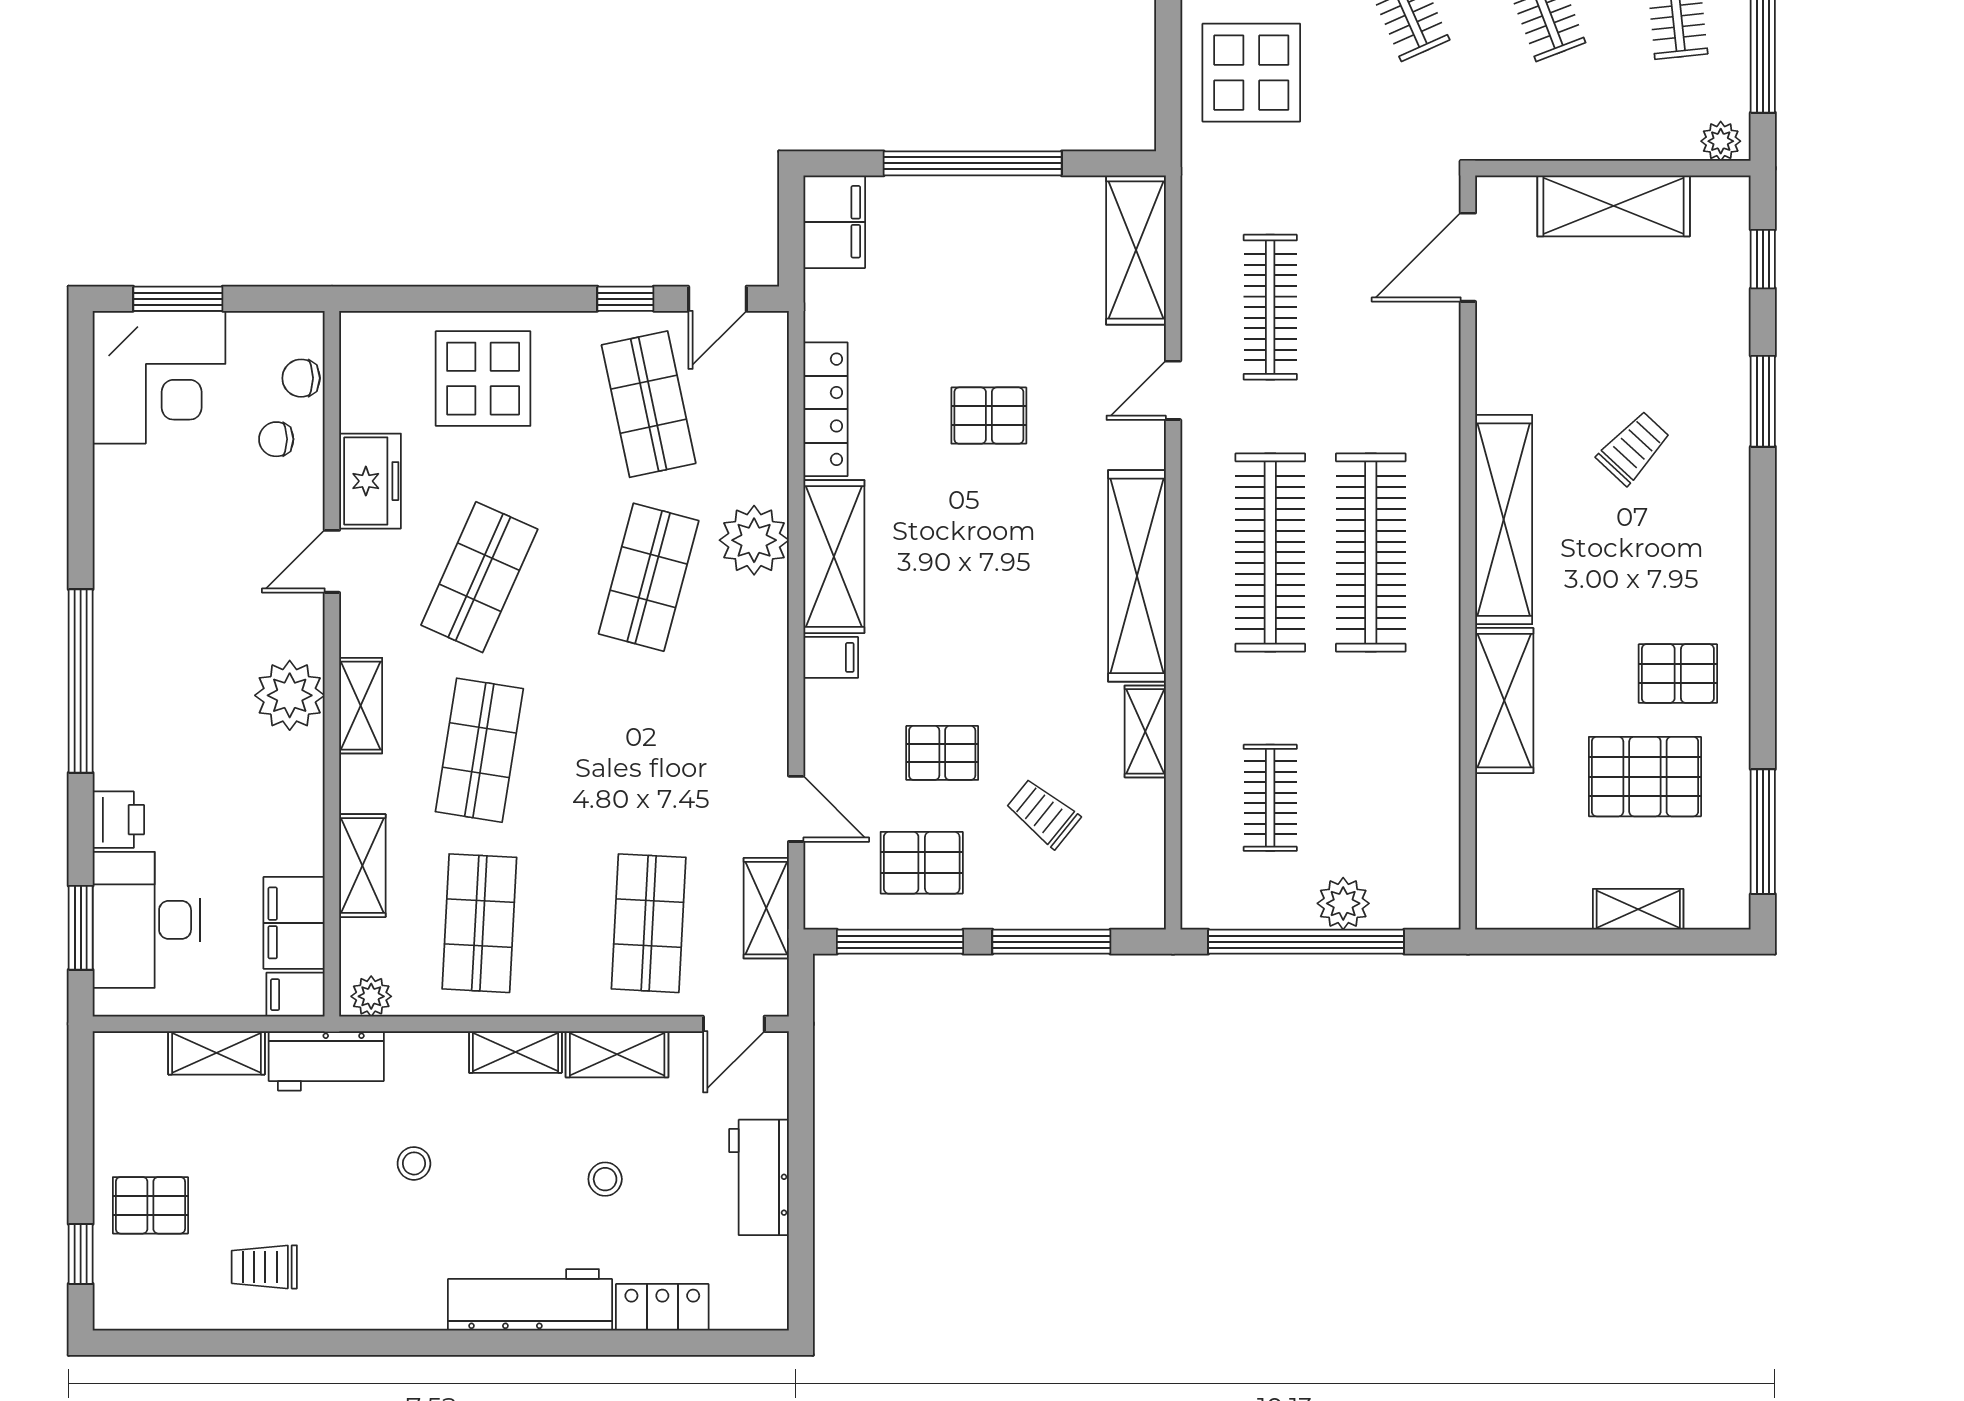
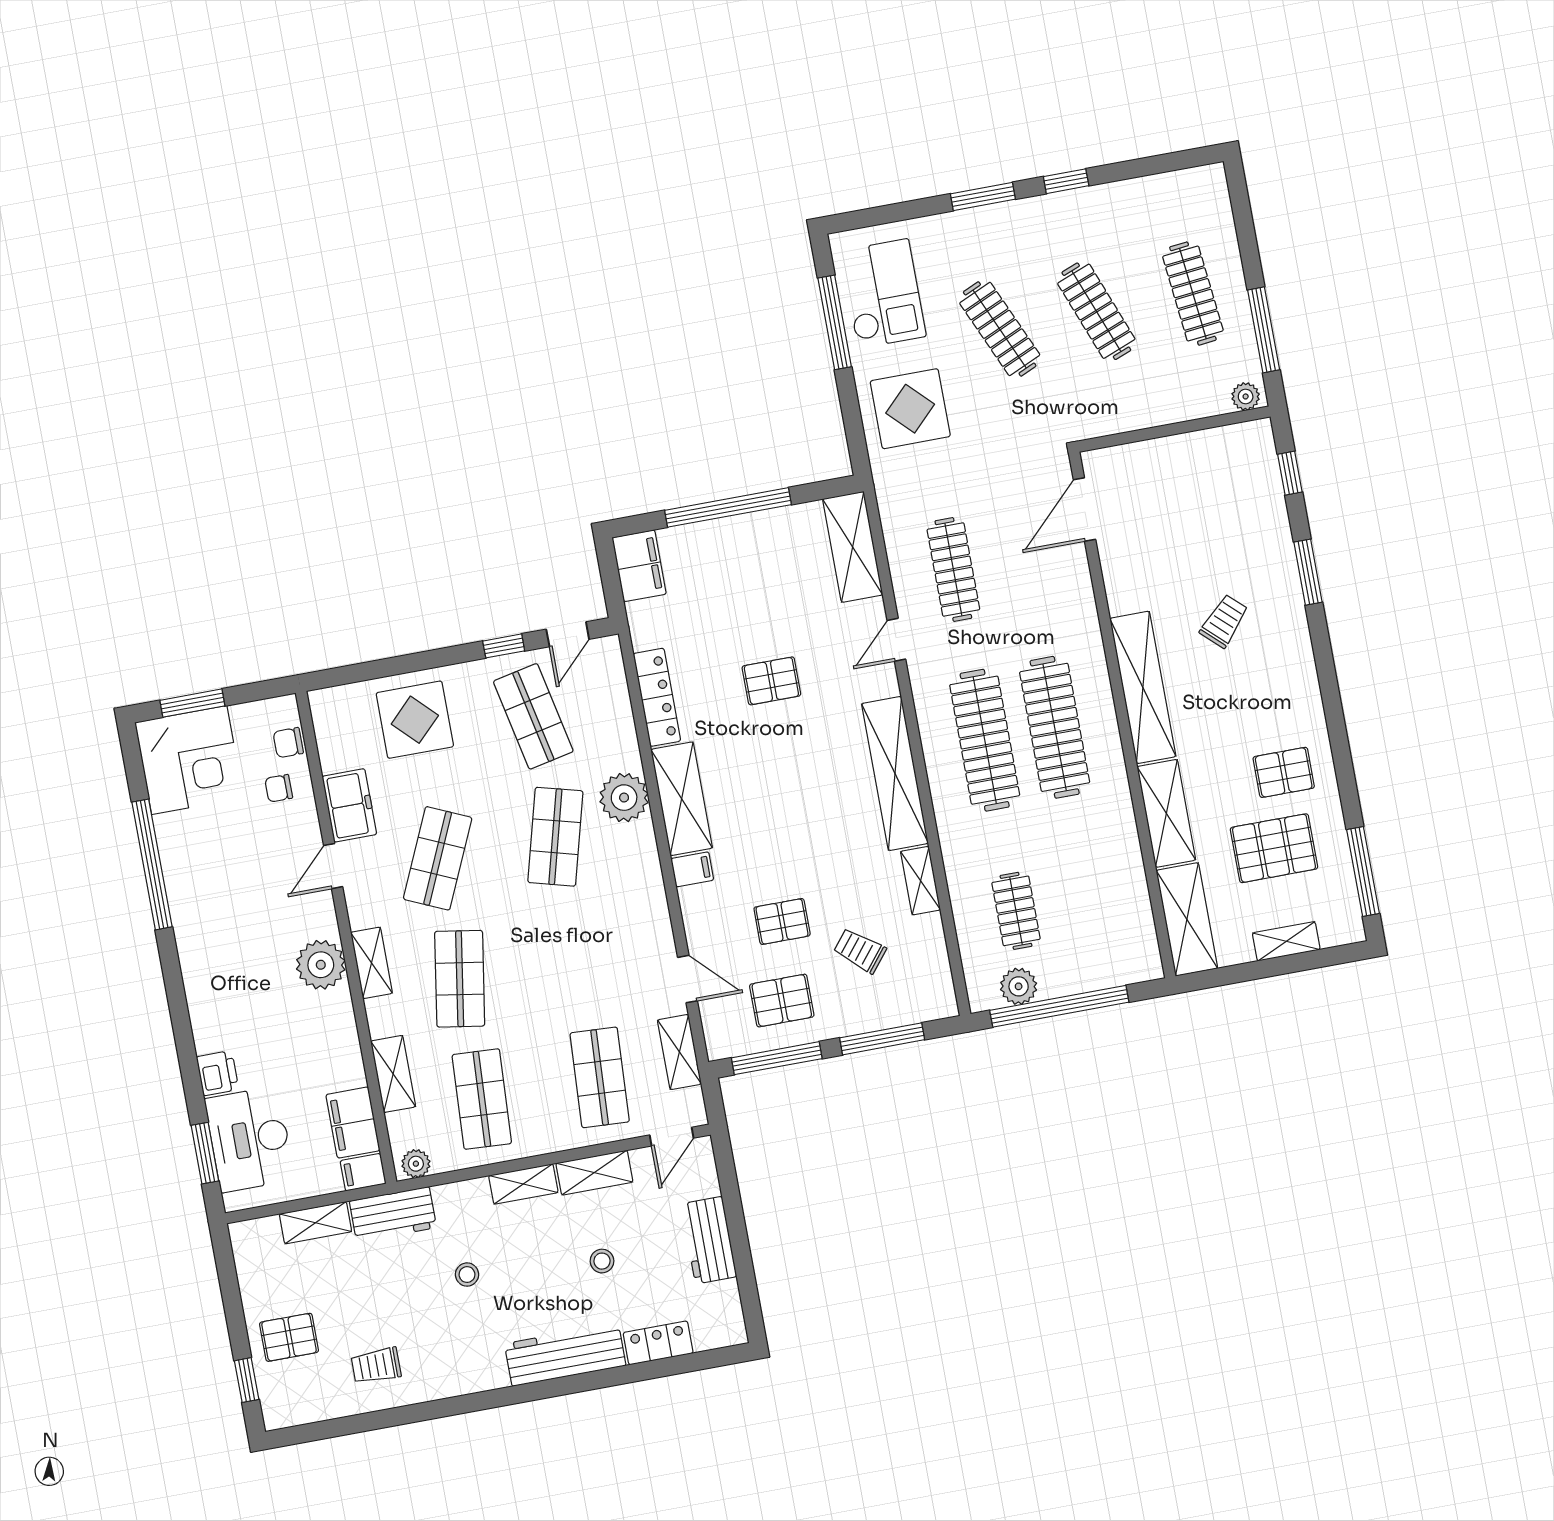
shelving: (1614, 206) -> (1187, 919), moved, turned 90
window: (81, 681) -> (152, 864), moved
plant: (1343, 903) -> (1019, 986), moved

